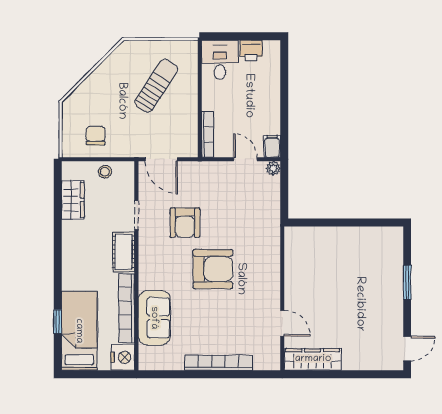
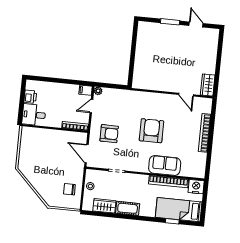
sun lounger: (156, 86) -> (45, 152), removed
door: (161, 159) -> (87, 154), swing flipped
armchair: (185, 223) -> (109, 134), moved
cot: (124, 252) -> (128, 208), moved
sofa: (154, 318) -> (165, 165), moved
door: (282, 323) -> (186, 95), swing flipped
door: (407, 349) -> (196, 24), moved
wardrobe: (313, 359) -> (208, 85), width x0.67

